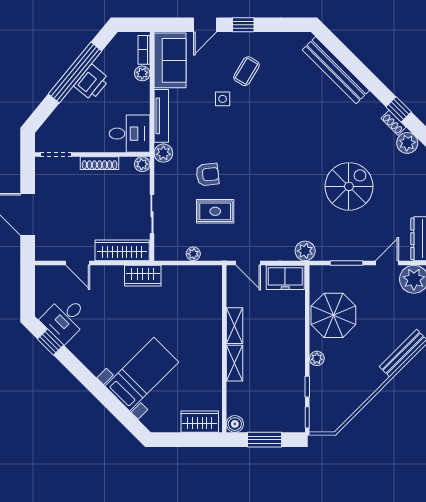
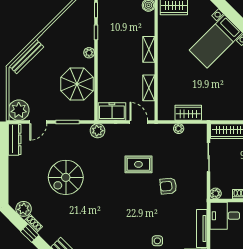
plant: (163, 153) -> (200, 202), removed
rug: (215, 211) -> (138, 164), moved
wardrobe: (143, 276) -> (188, 113), moved
shelving: (234, 326) -> (149, 88), moved

